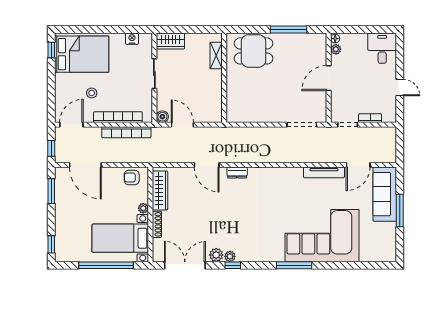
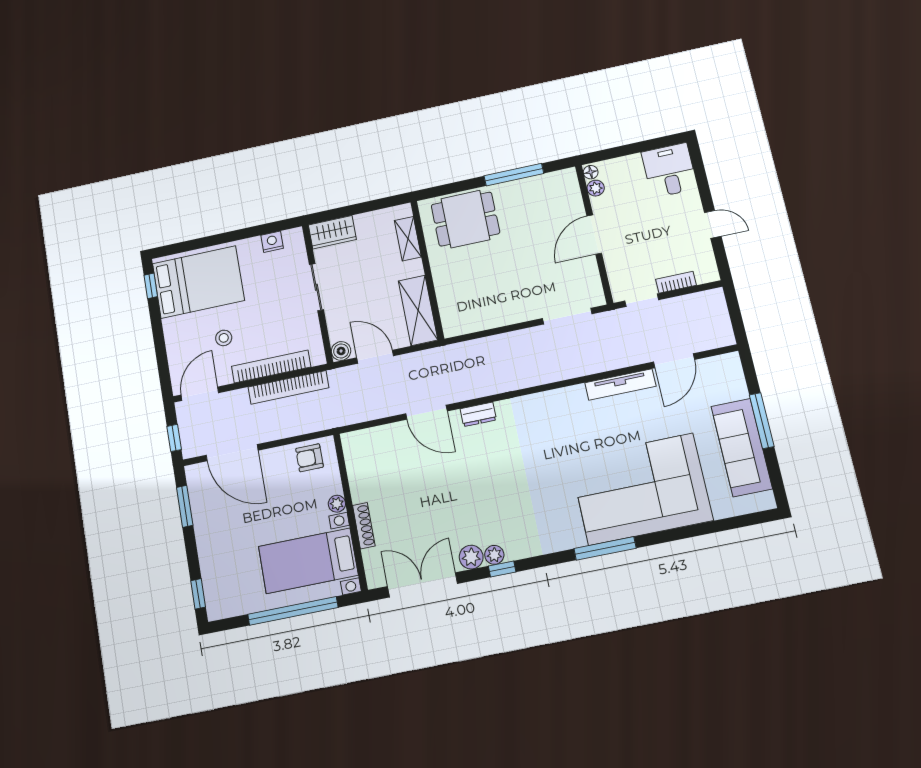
shelving: (214, 102) -> (418, 310), added
wardrobe: (160, 190) -> (359, 469), removed
sofa: (385, 194) -> (742, 447), moved

